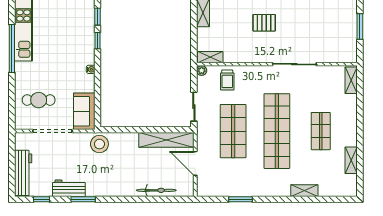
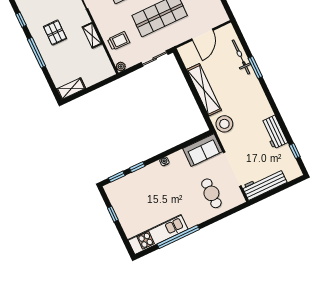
shelving: (210, 57) -> (92, 35), moved
shelving: (166, 140) -> (204, 90), moved
workbench: (23, 173) -> (264, 184), moved
window: (83, 199) -> (255, 67), moved

